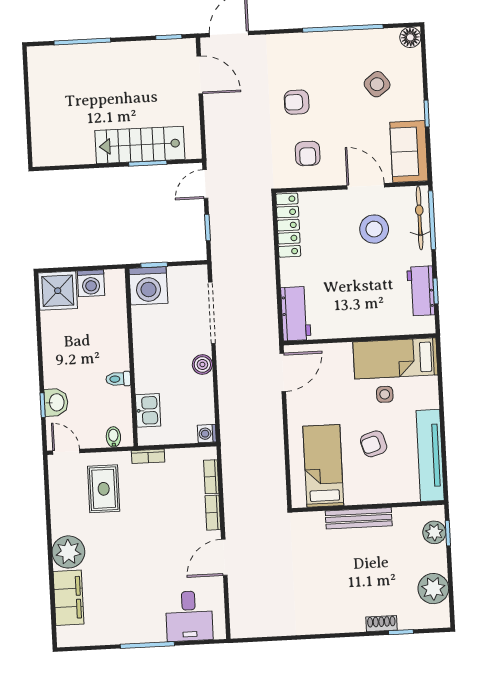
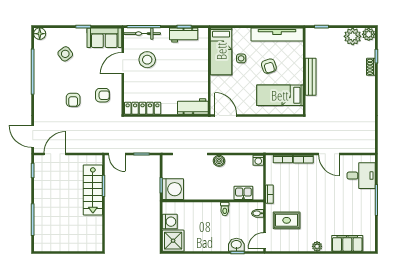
plant: (434, 532) -> (369, 34), moved
plant: (68, 552) -> (317, 246), width x0.53, depth x0.53

